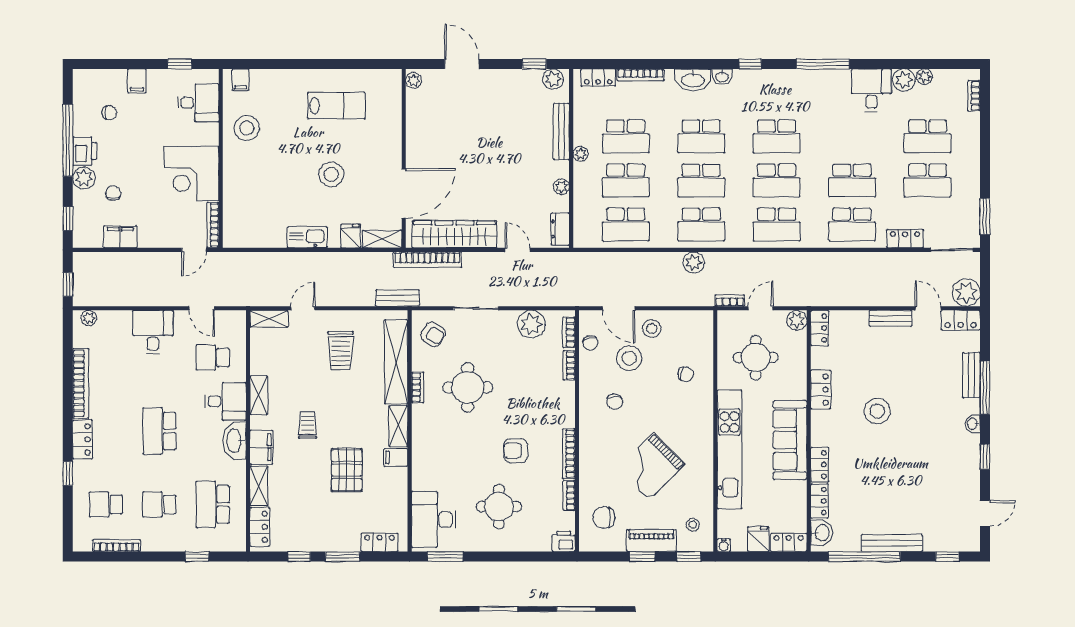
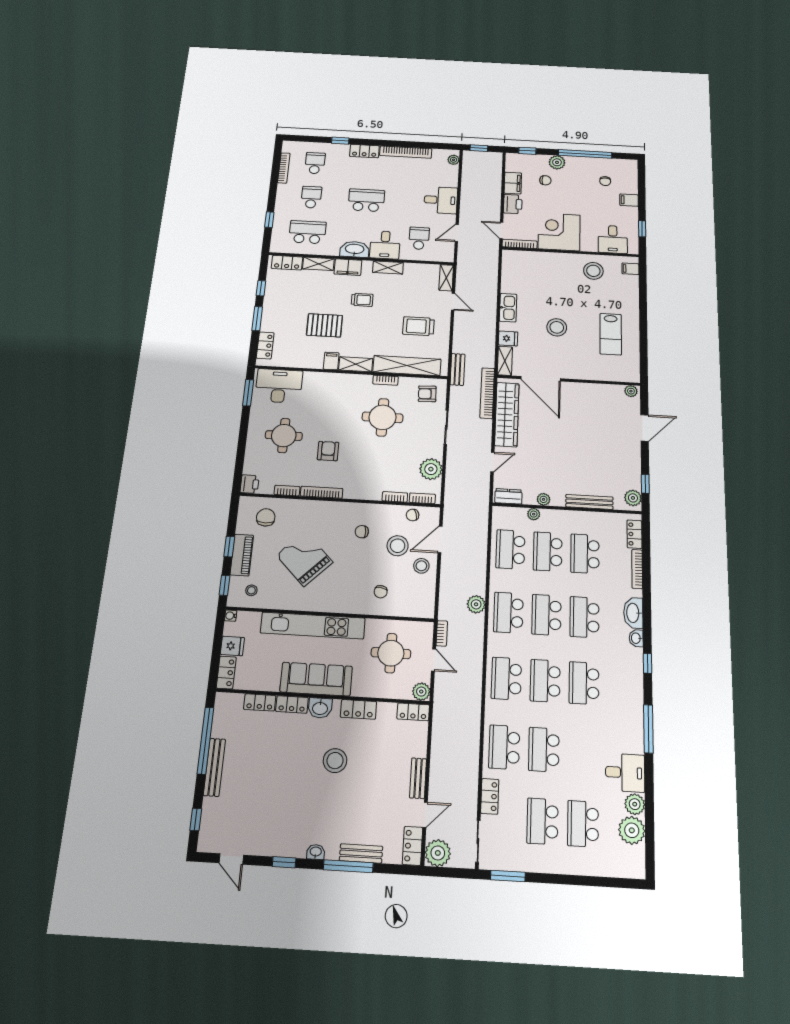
plant: (924, 77) -> (632, 830), width x1.88, depth x1.88
bookcase: (974, 96) -> (620, 872), removed
printer: (85, 151) -> (513, 204), moved, turned -90
plant: (581, 154) -> (534, 514), moved
armchair: (433, 334) -> (427, 394), turned 56
washbasin: (822, 533) -> (320, 708), moved

